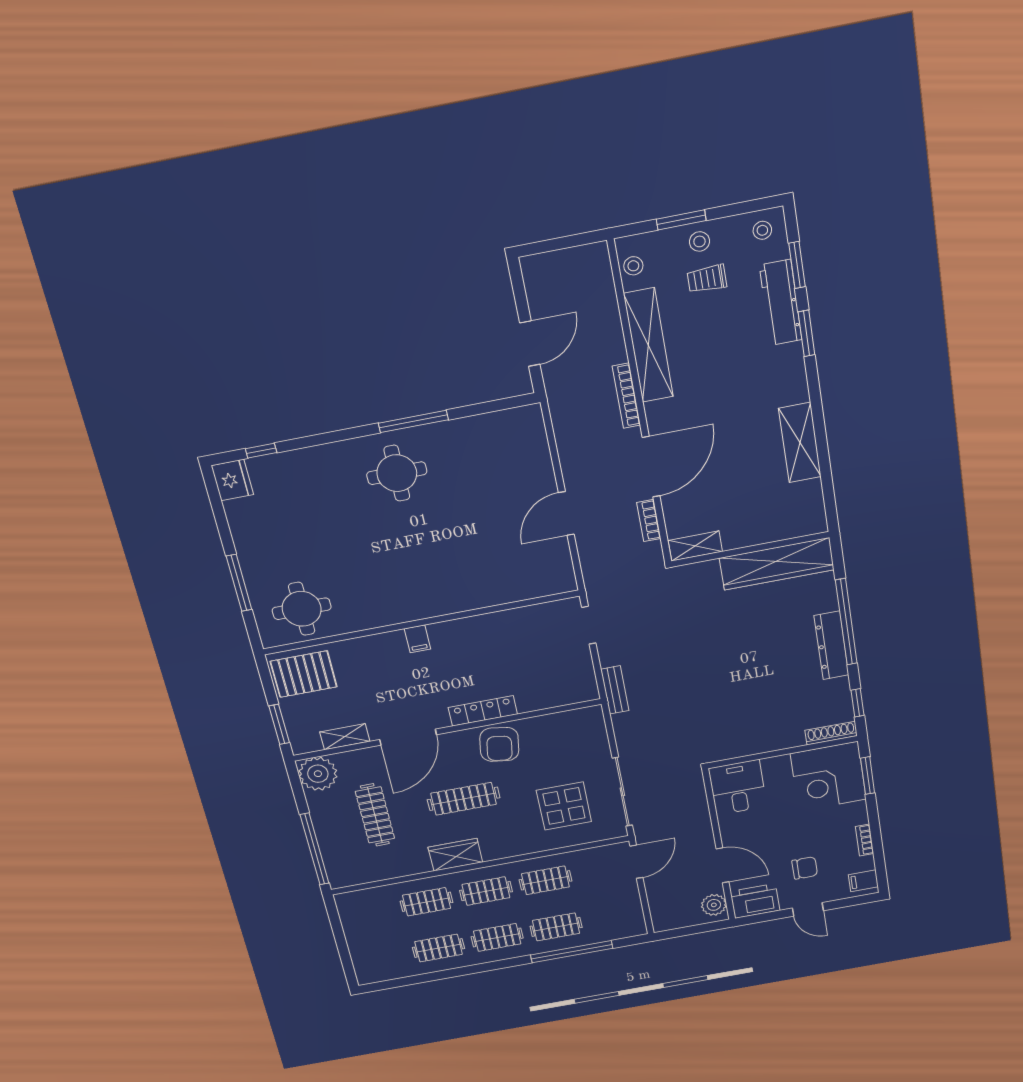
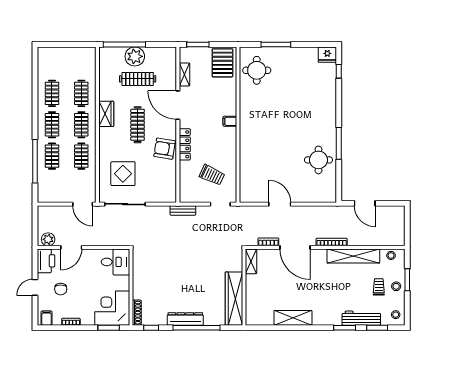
round table: (397, 473) -> (318, 160), moved
trolley: (533, 651) -> (212, 175), added
plant: (318, 774) -> (135, 56), moved

